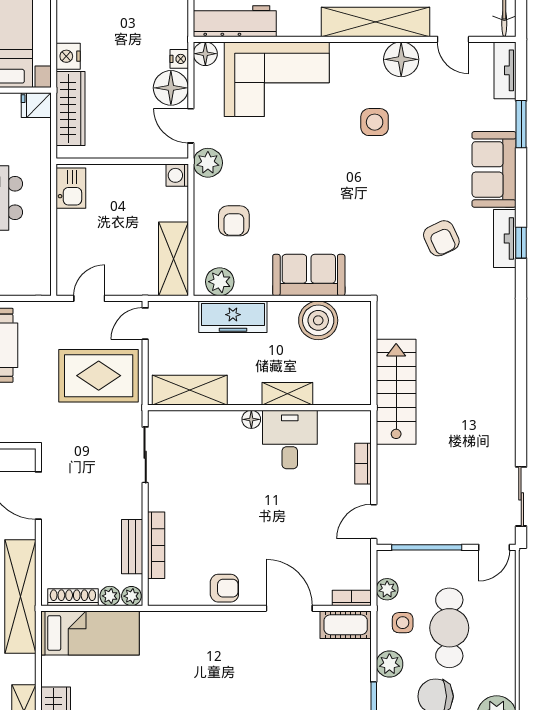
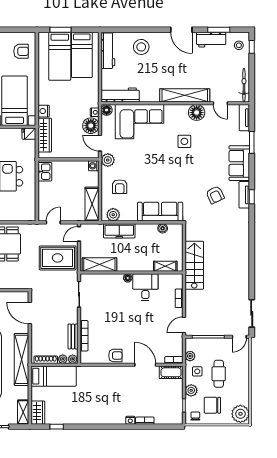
sofa: (309, 275) -> (160, 212), width x1.36
boiler: (318, 320) -> (163, 228), width x0.54, depth x0.54
shelving: (287, 394) -> (165, 266), moved
cafe table: (449, 628) -> (219, 374), width x0.73, depth x0.74

